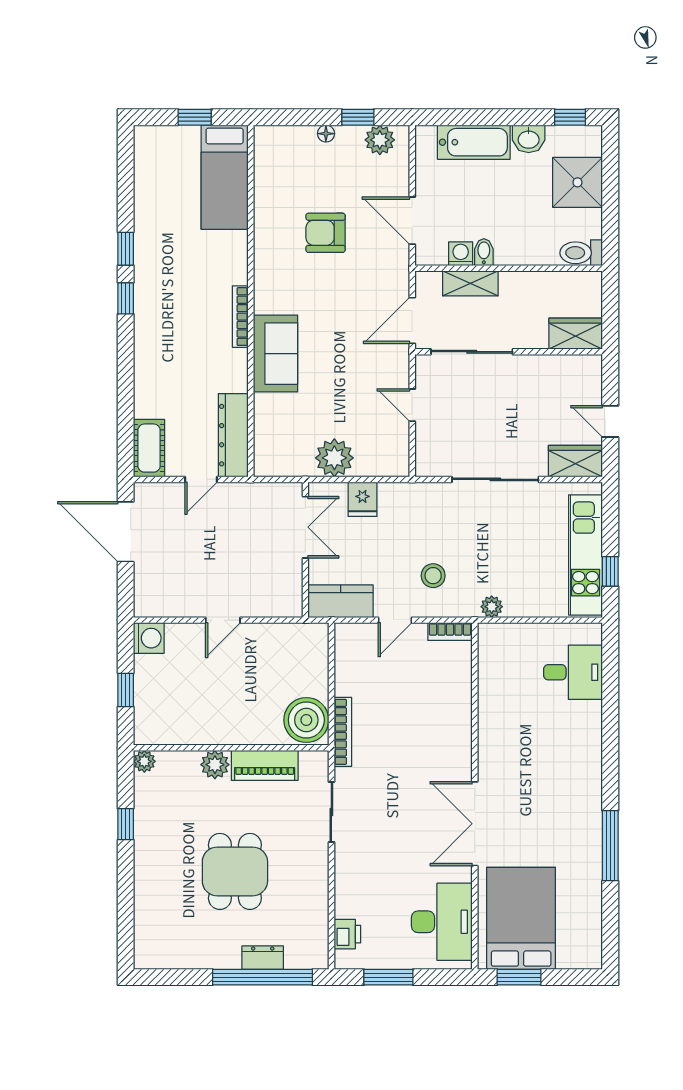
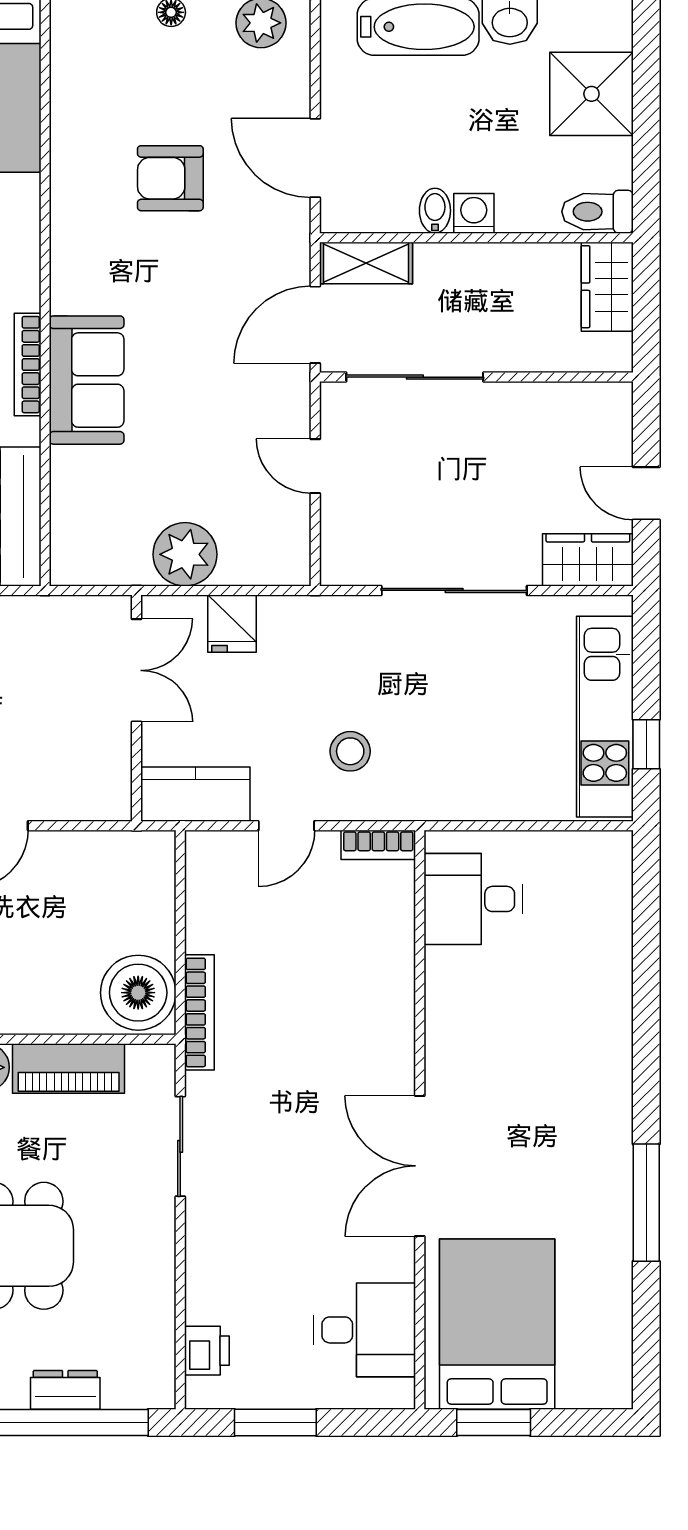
washing machine: (461, 254) -> (474, 213), moved
shelving: (470, 283) -> (366, 263), moved
bookcase: (240, 317) -> (28, 365), moved
wardrobe: (576, 334) -> (607, 287), moved, turned -90
plant: (492, 607) -> (448, 803), removed
desk: (573, 672) -> (473, 899), moved, turned 180
desk: (442, 922) -> (365, 1330), width x0.73

